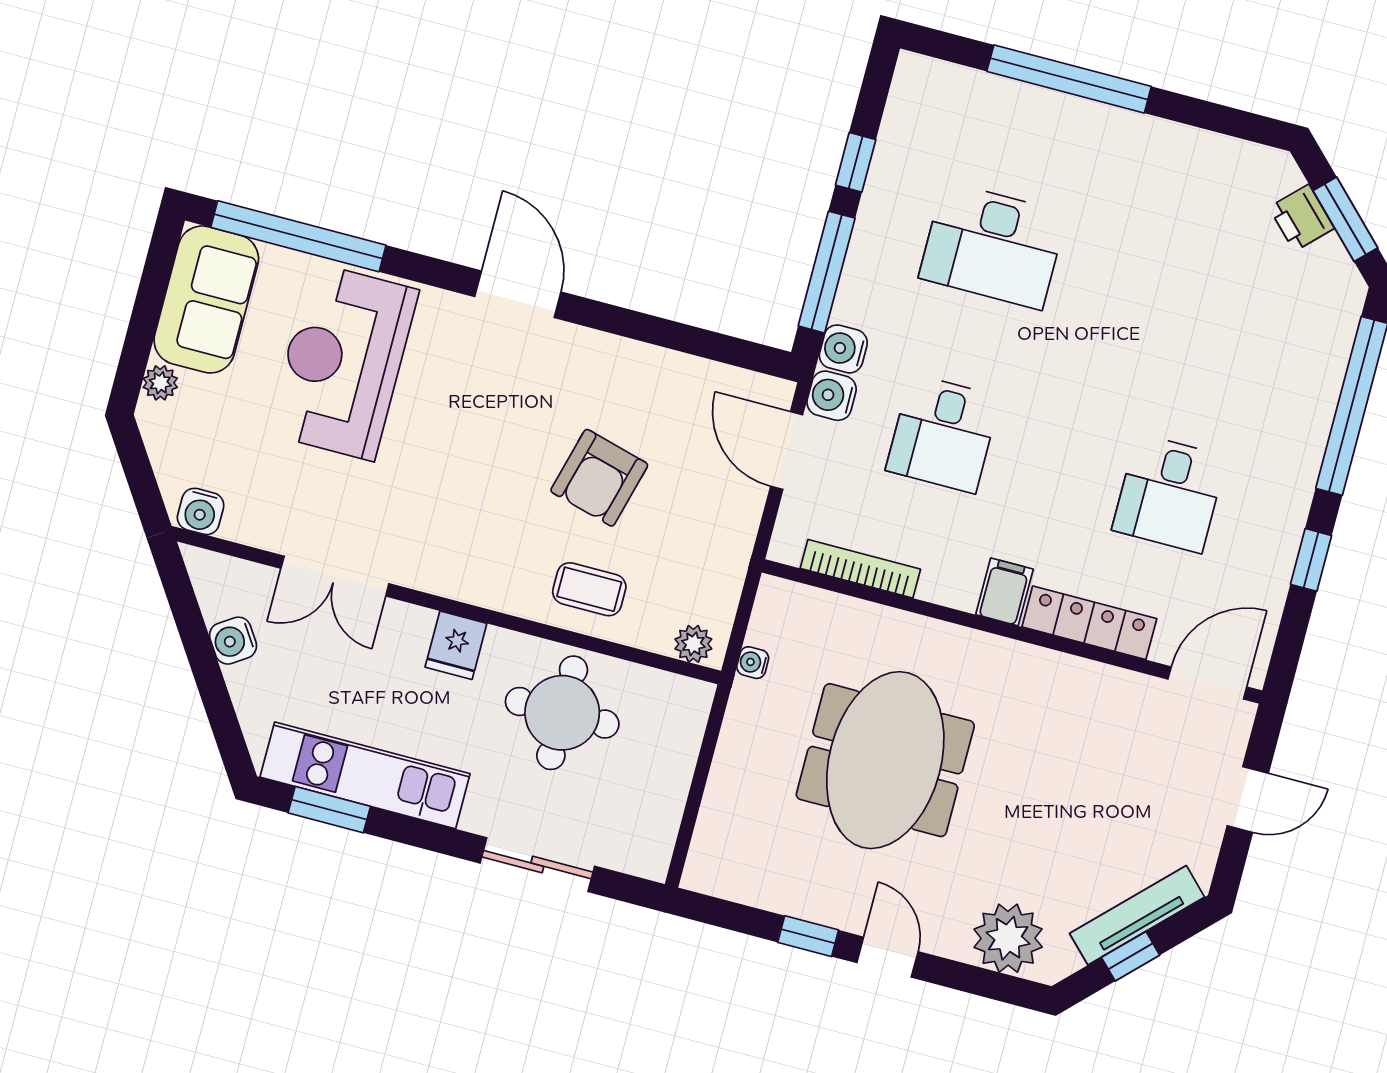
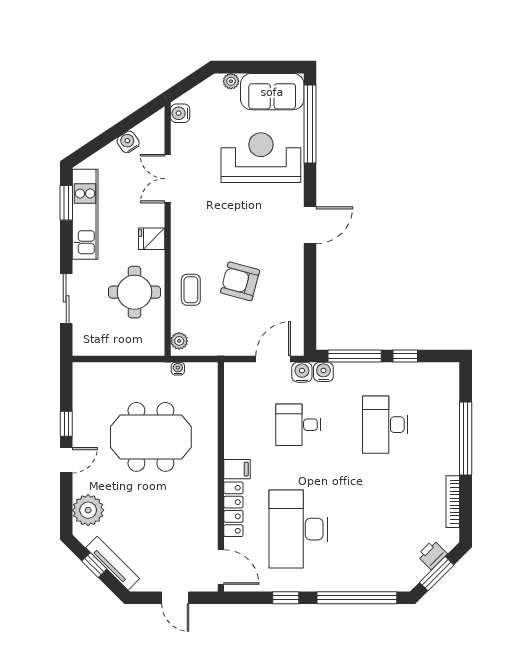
desk: (1169, 493) -> (298, 529), width x1.87, depth x1.30
bookcase: (860, 569) -> (453, 502), moved, turned 180

